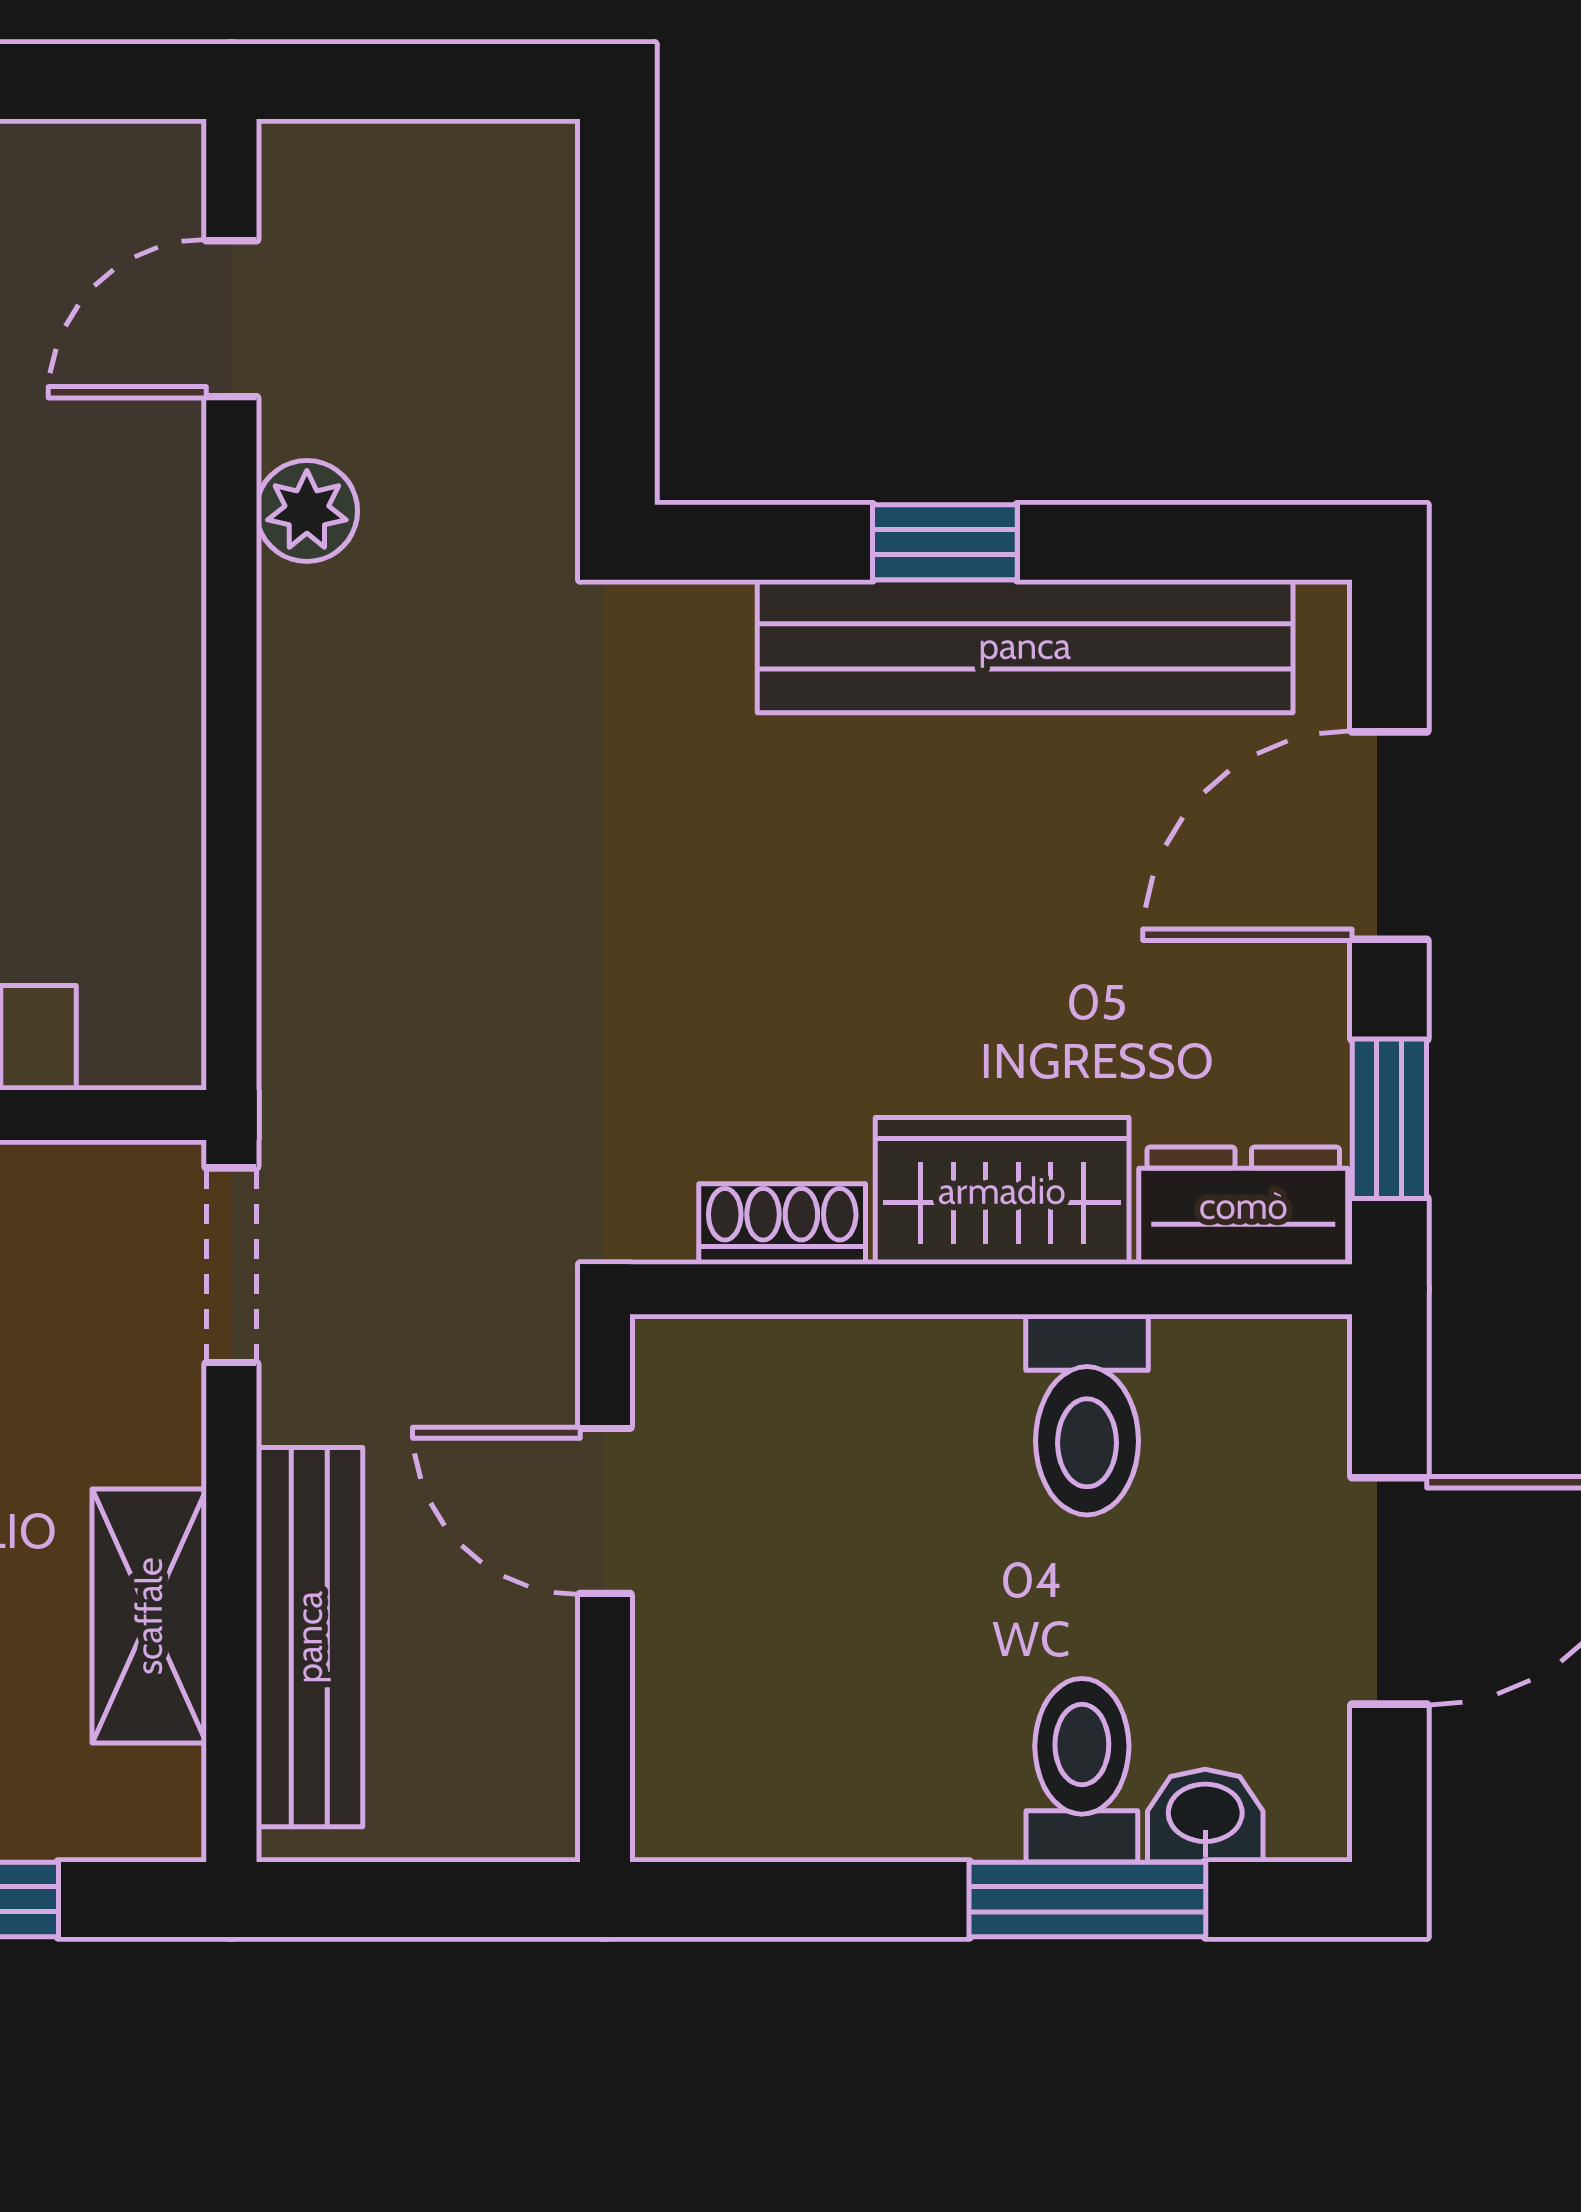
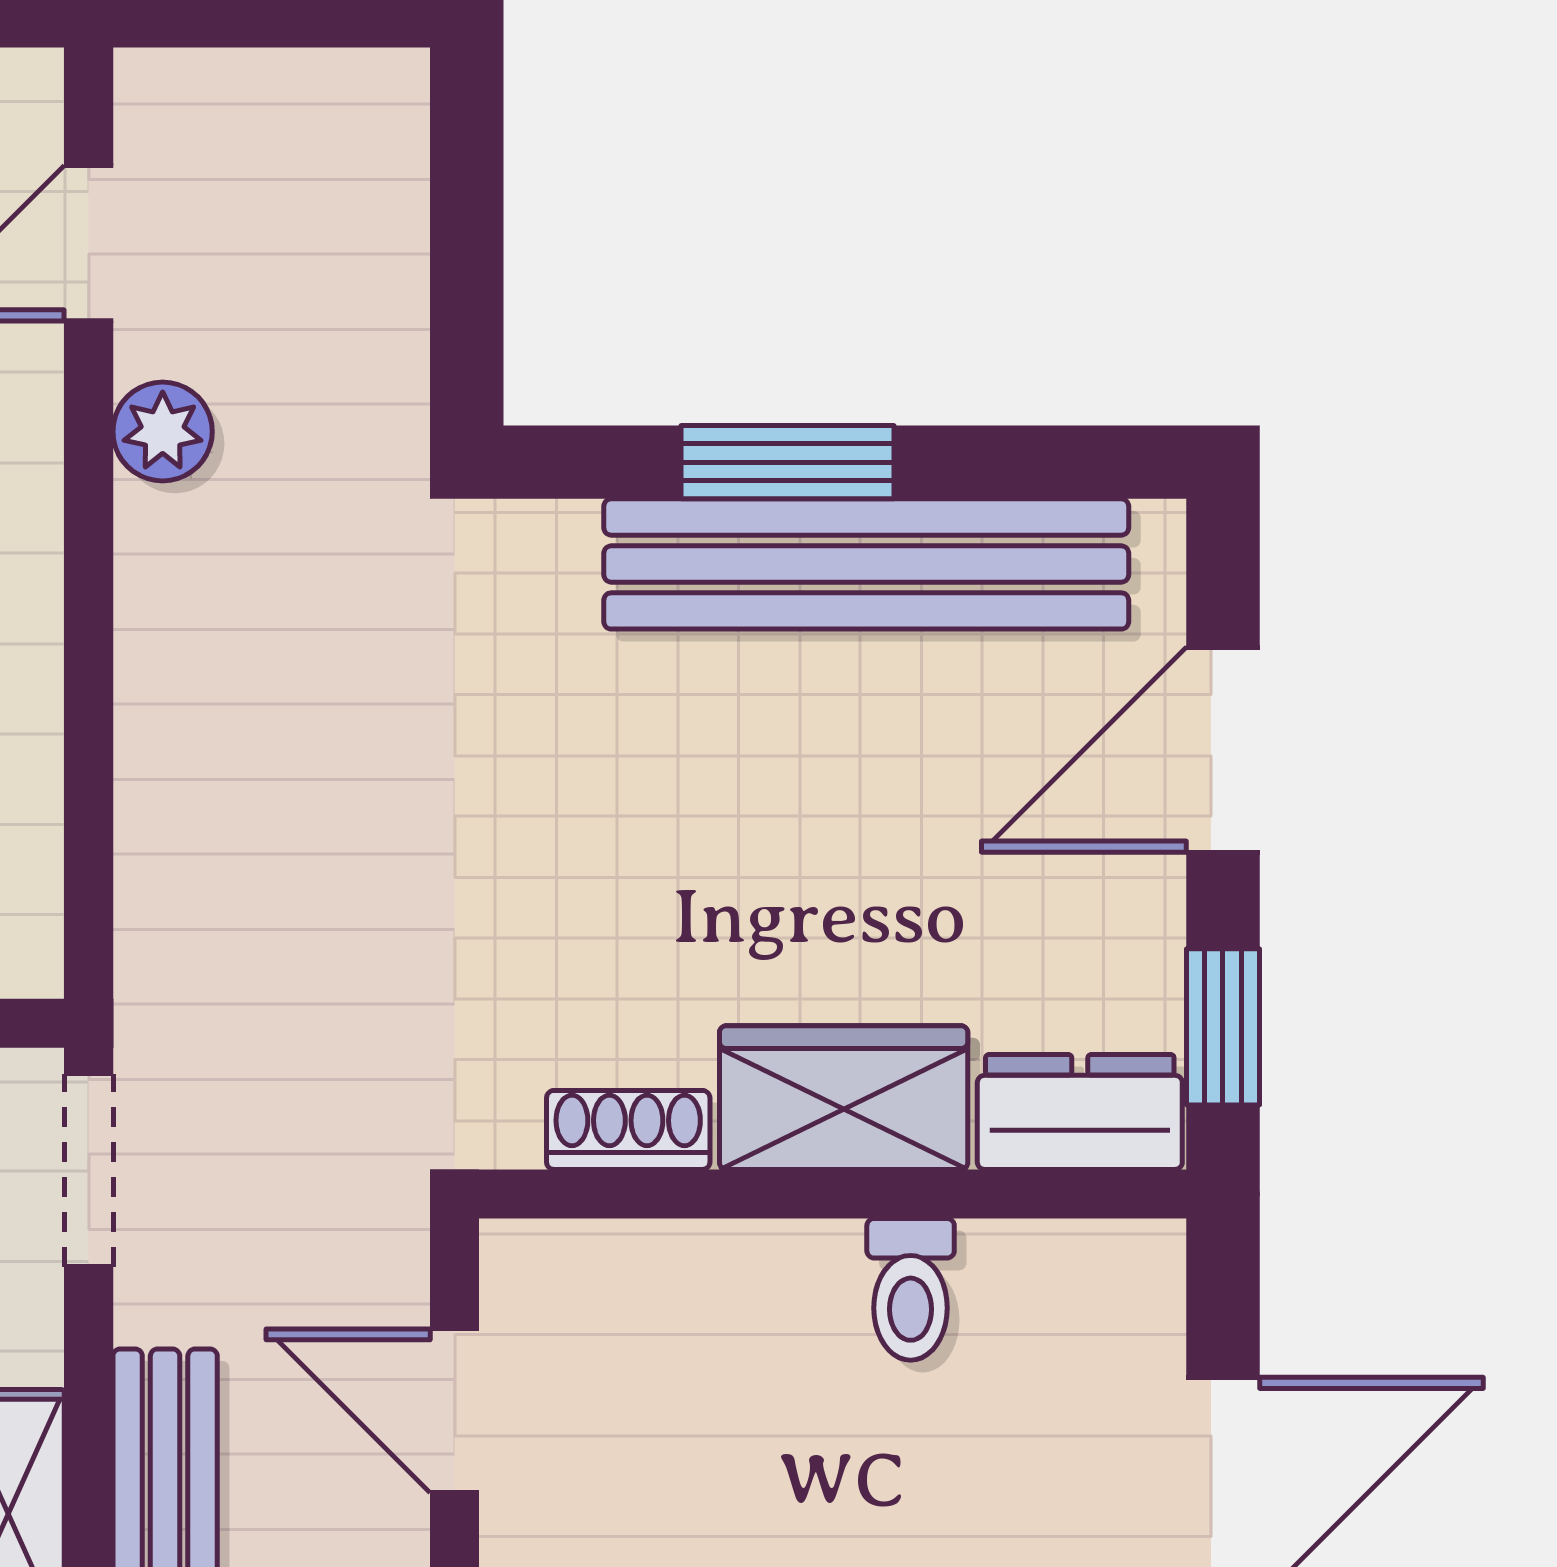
window: (945, 542) -> (788, 462), width x1.50
toilet: (1087, 1415) -> (911, 1289), width x0.73, depth x0.72

